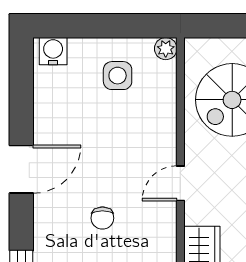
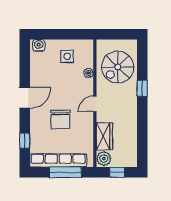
plant: (166, 49) -> (88, 73), moved
chair: (102, 218) -> (60, 119), width x1.87, depth x1.87

